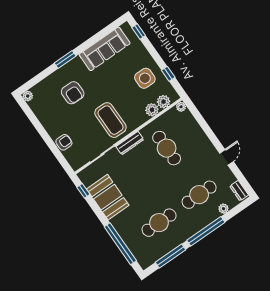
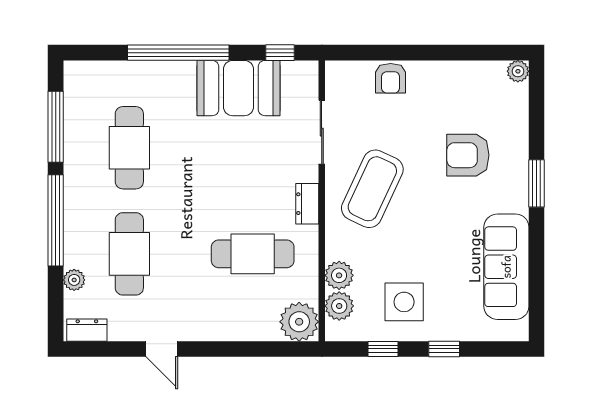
window: (139, 31) -> (444, 349), moved
plant: (181, 107) -> (299, 322), width x1.87, depth x1.87
coffee table: (110, 120) -> (372, 189), turned -65
dresser: (130, 143) -> (307, 204), width x0.70
window: (120, 244) -> (178, 53), moved

